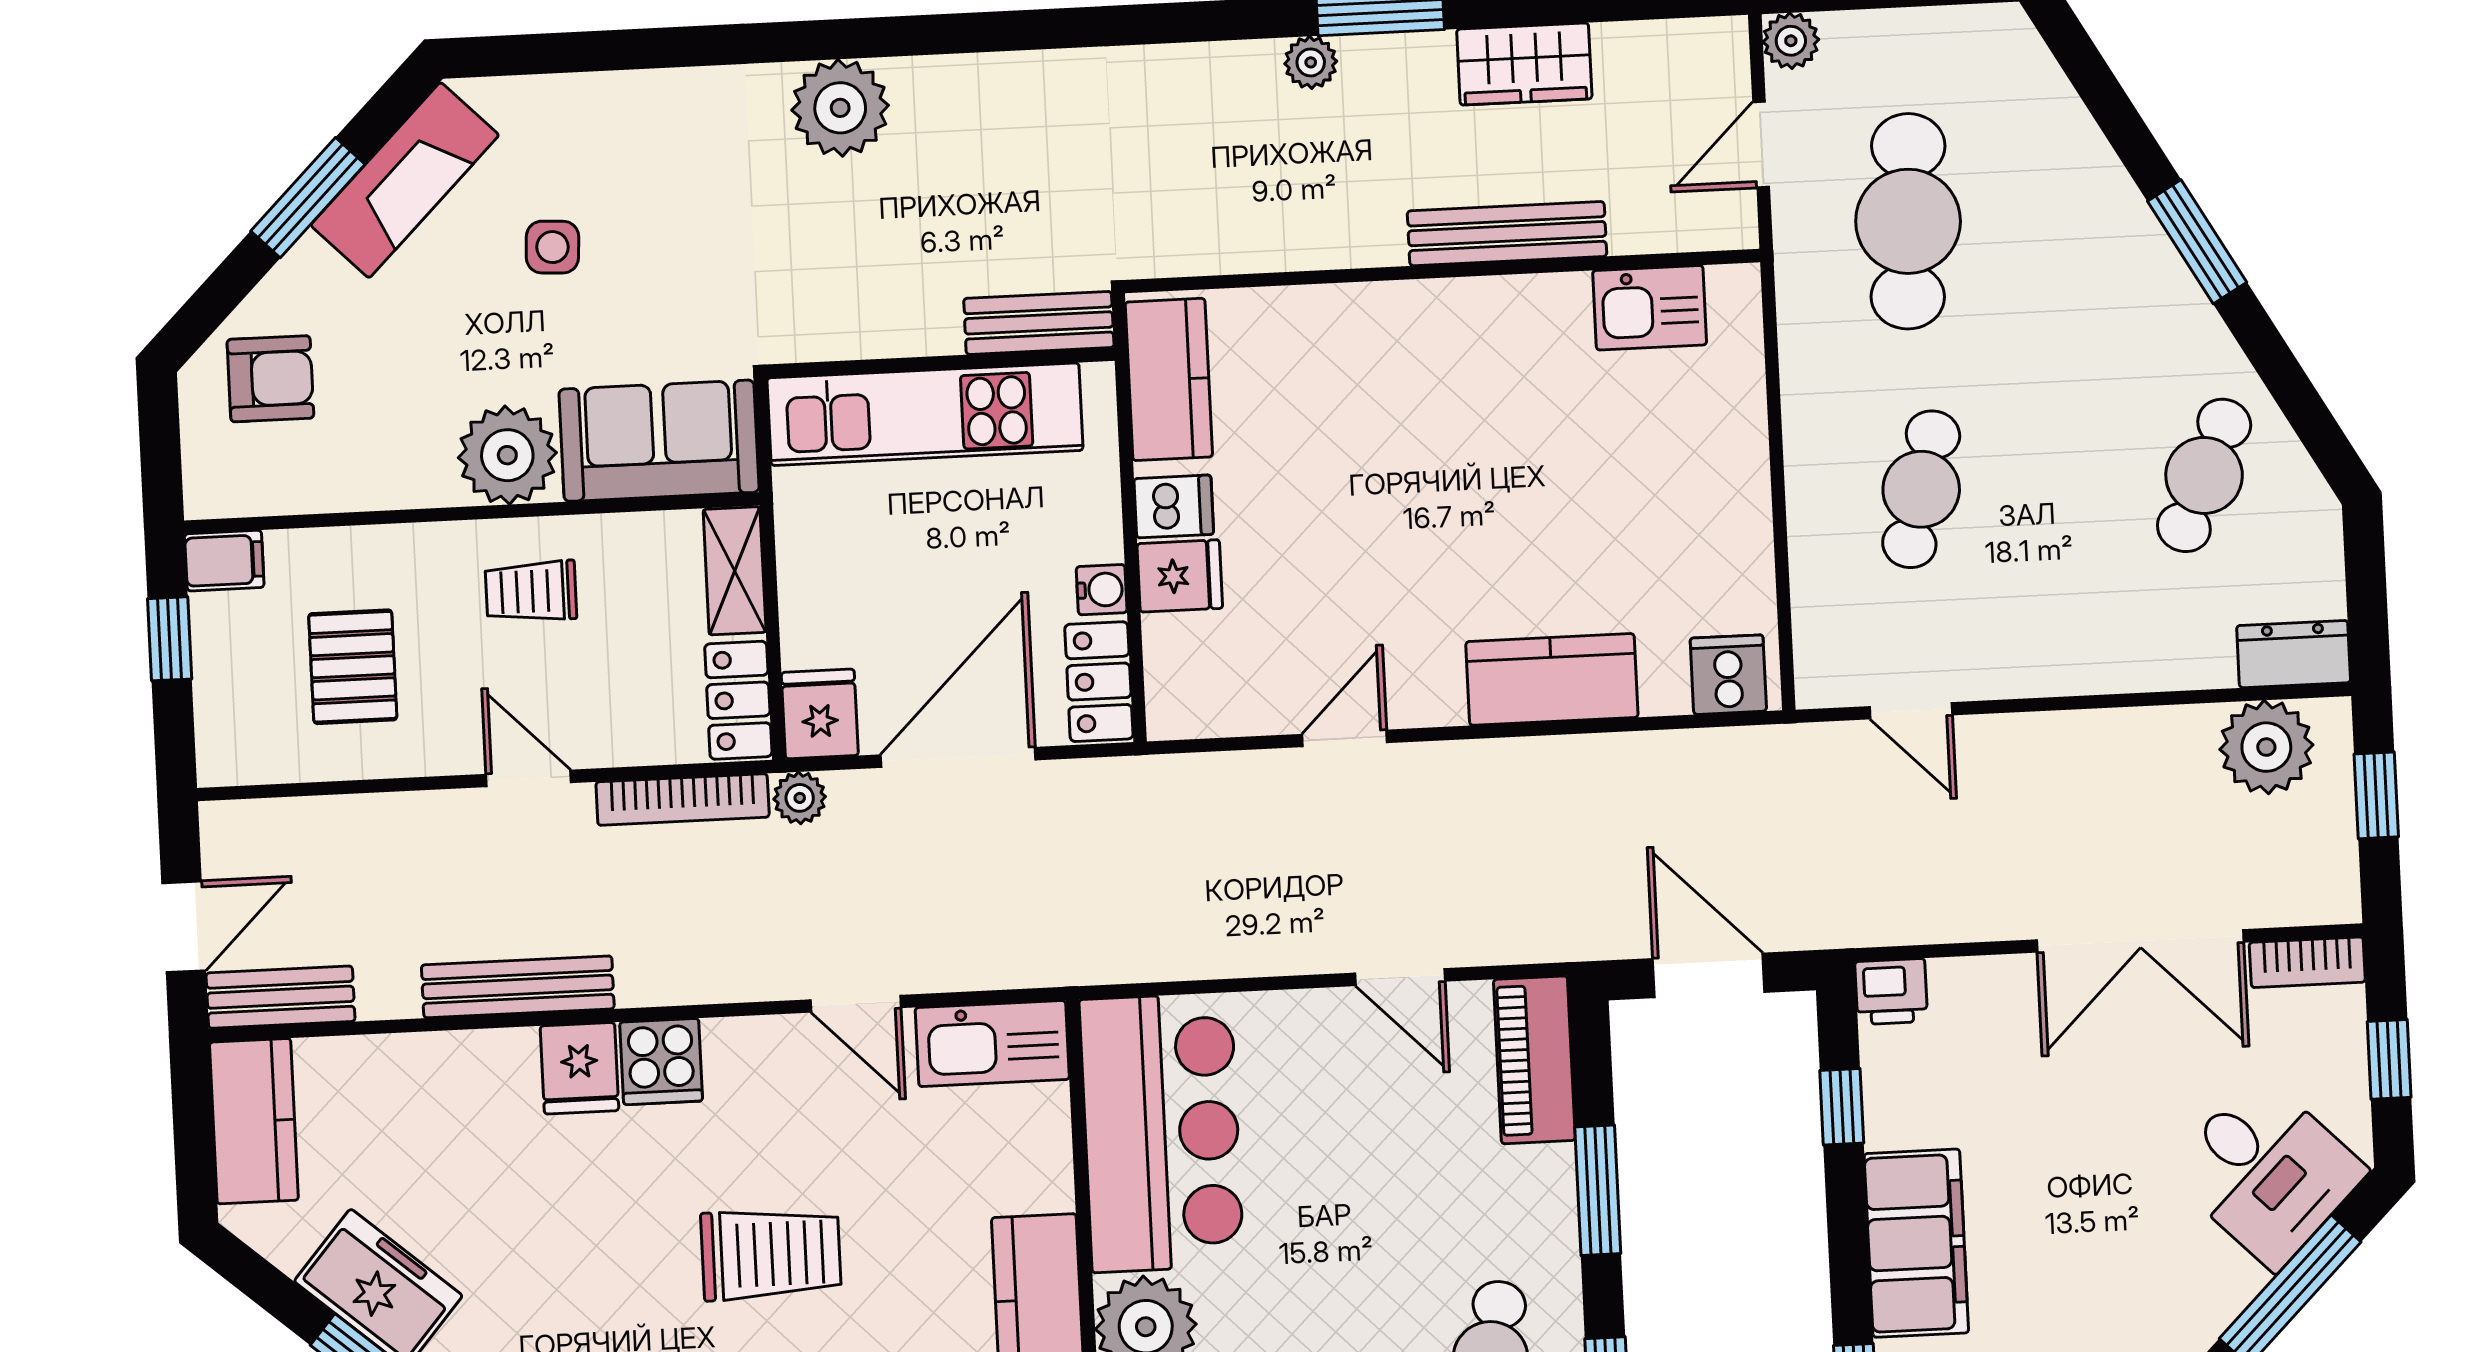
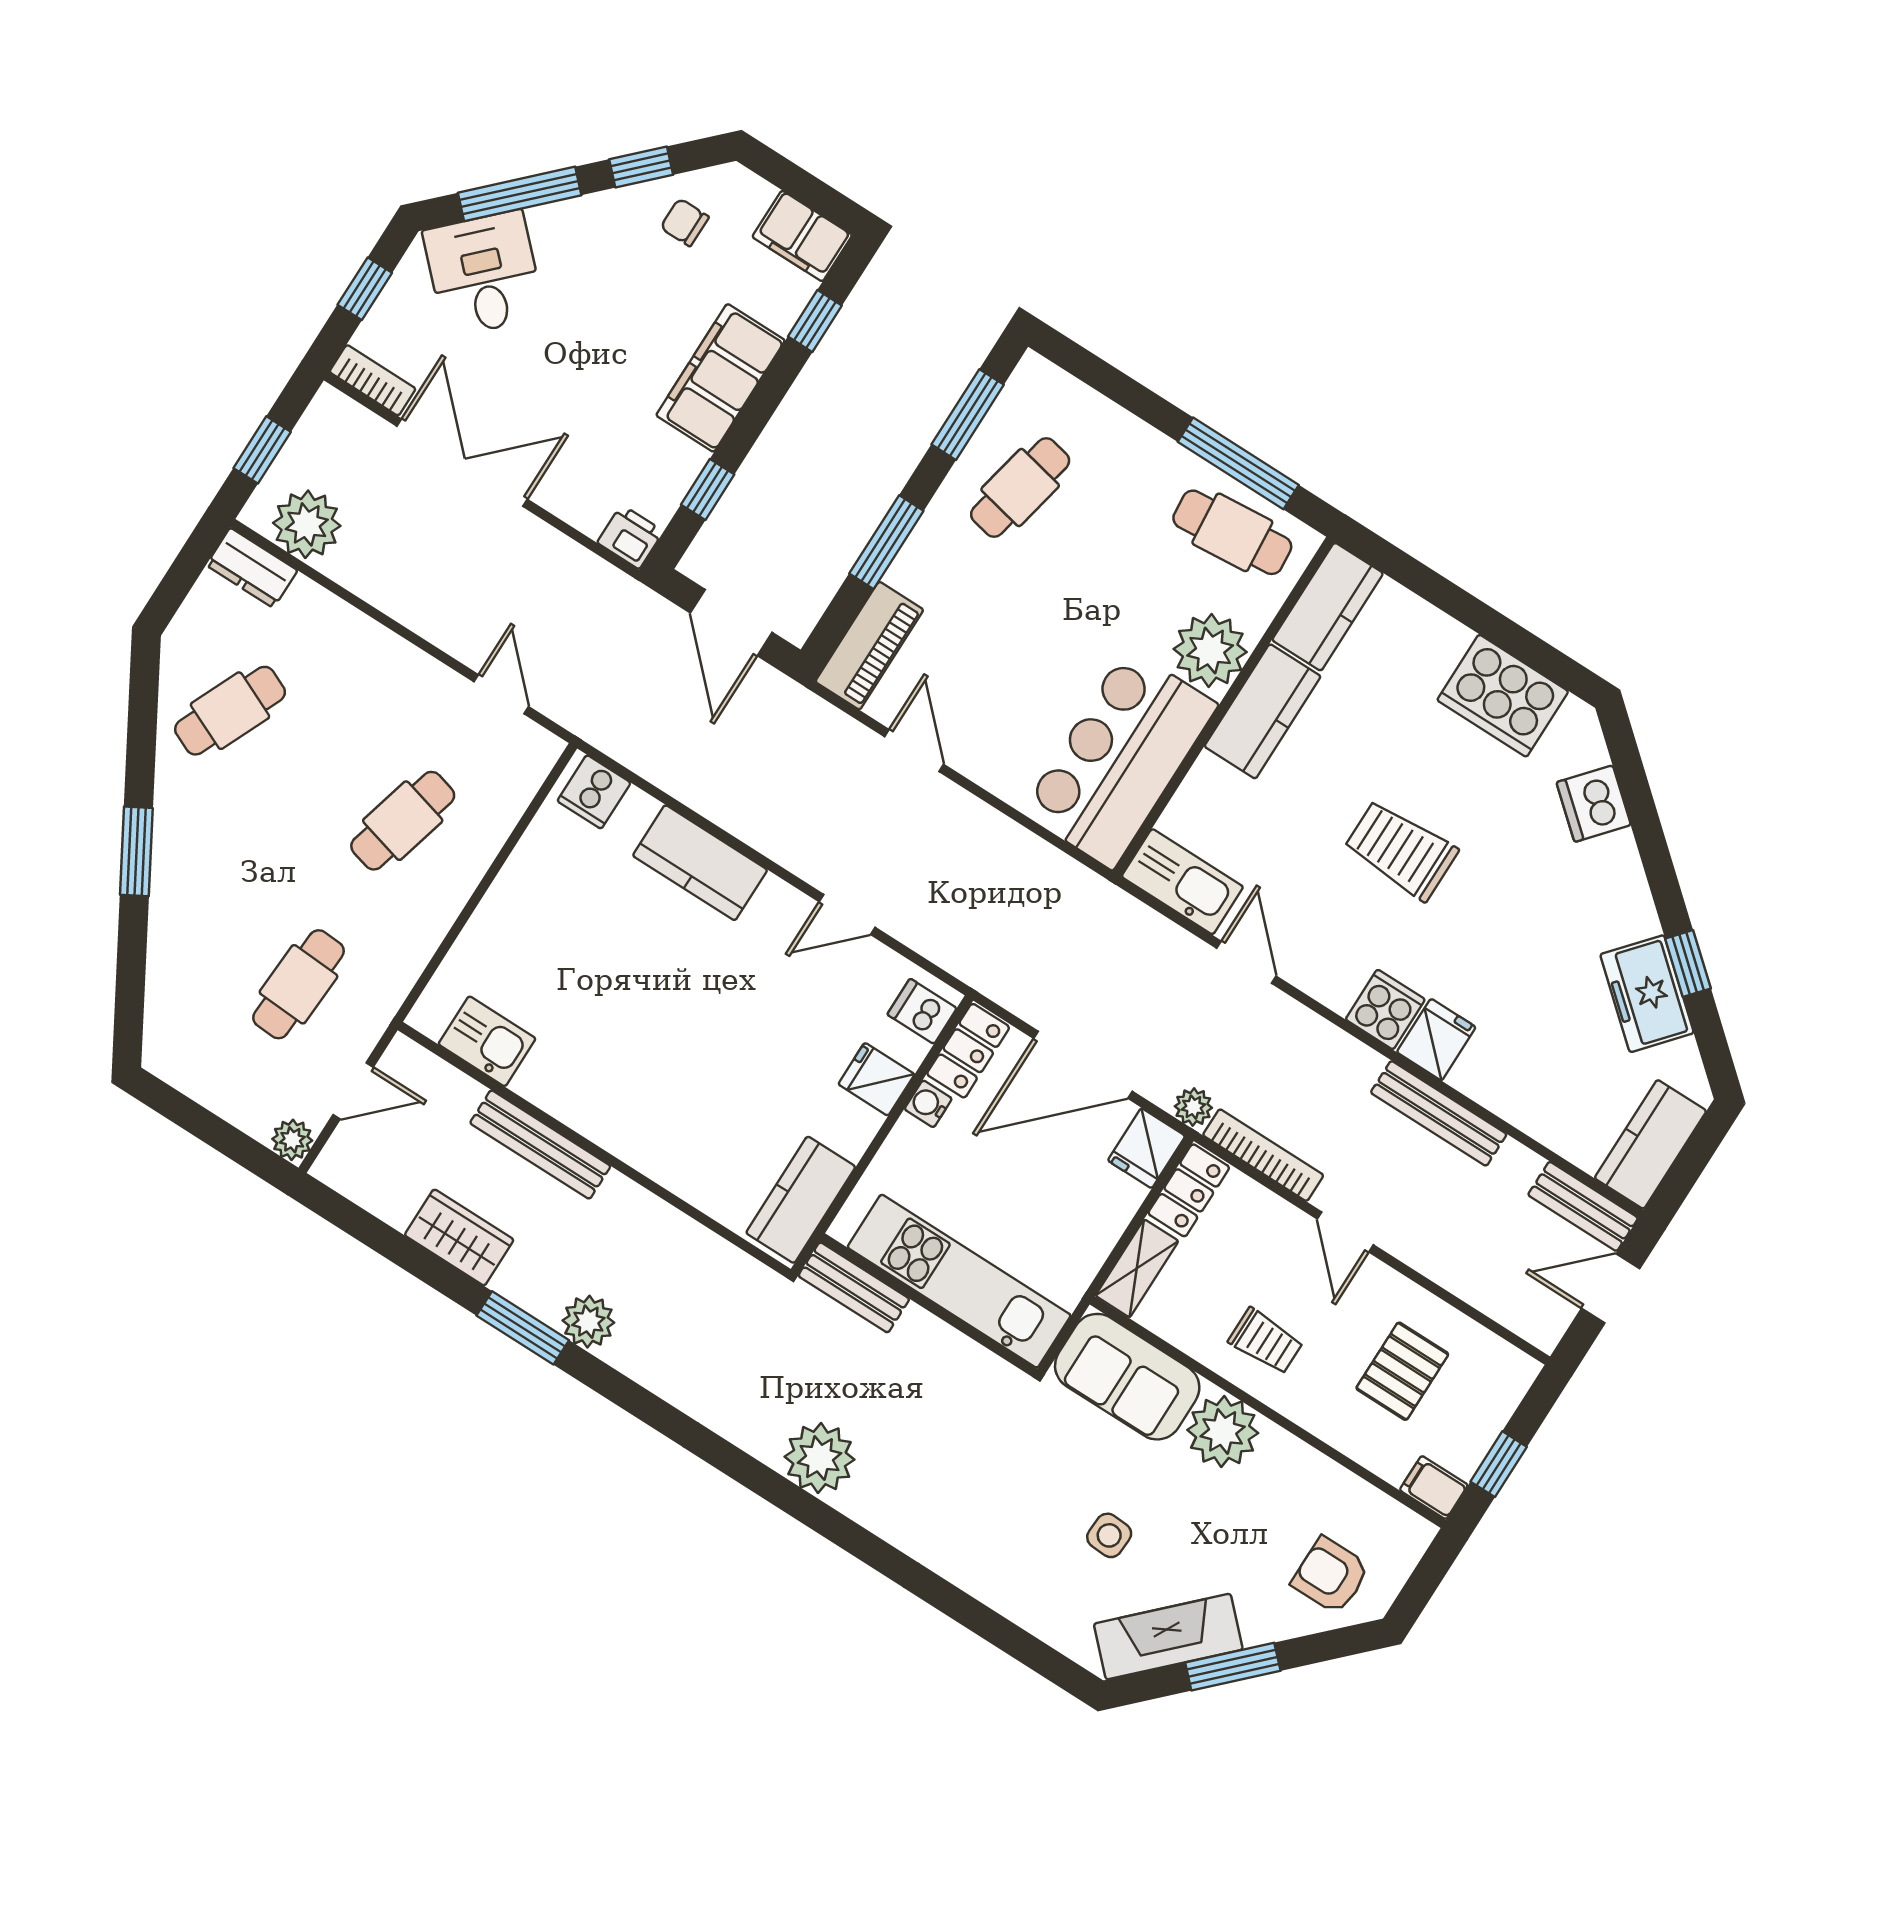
plant: (1311, 62) -> (588, 1322), width x1.38, depth x1.38
plant: (840, 108) -> (820, 1458), moved
cafe table: (1908, 221) -> (299, 984), width x0.73, depth x0.74
dishwasher: (1174, 506) -> (922, 1011), moved

